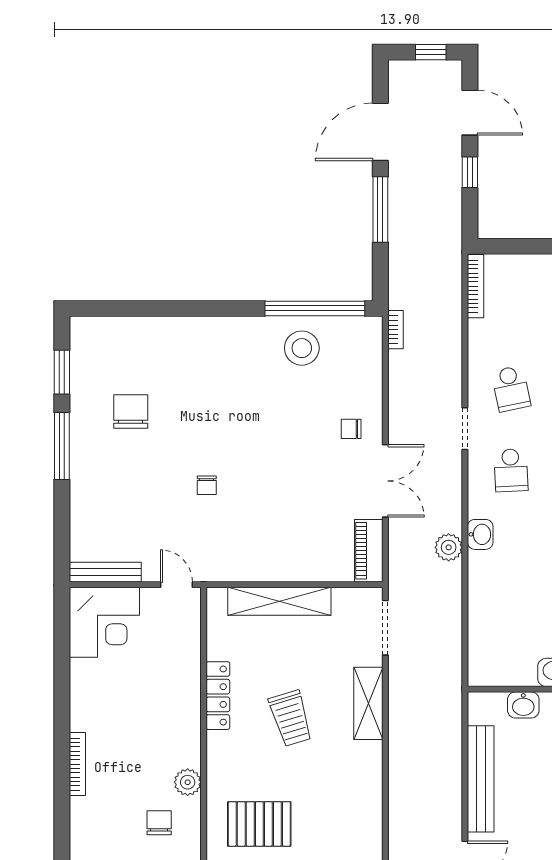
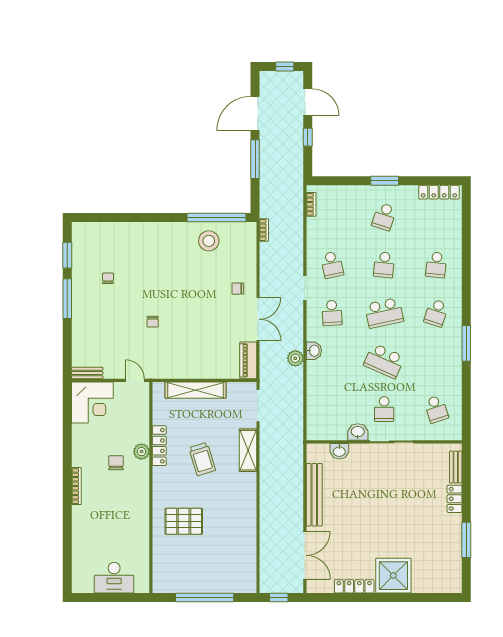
bookcase: (476, 286) -> (311, 204), width x0.64
chair: (131, 412) -> (108, 278), width x0.54, depth x0.54
bench: (105, 572) -> (87, 373), width x0.73
plant: (188, 782) -> (141, 452), moved
chair: (159, 823) -> (116, 463), moved

